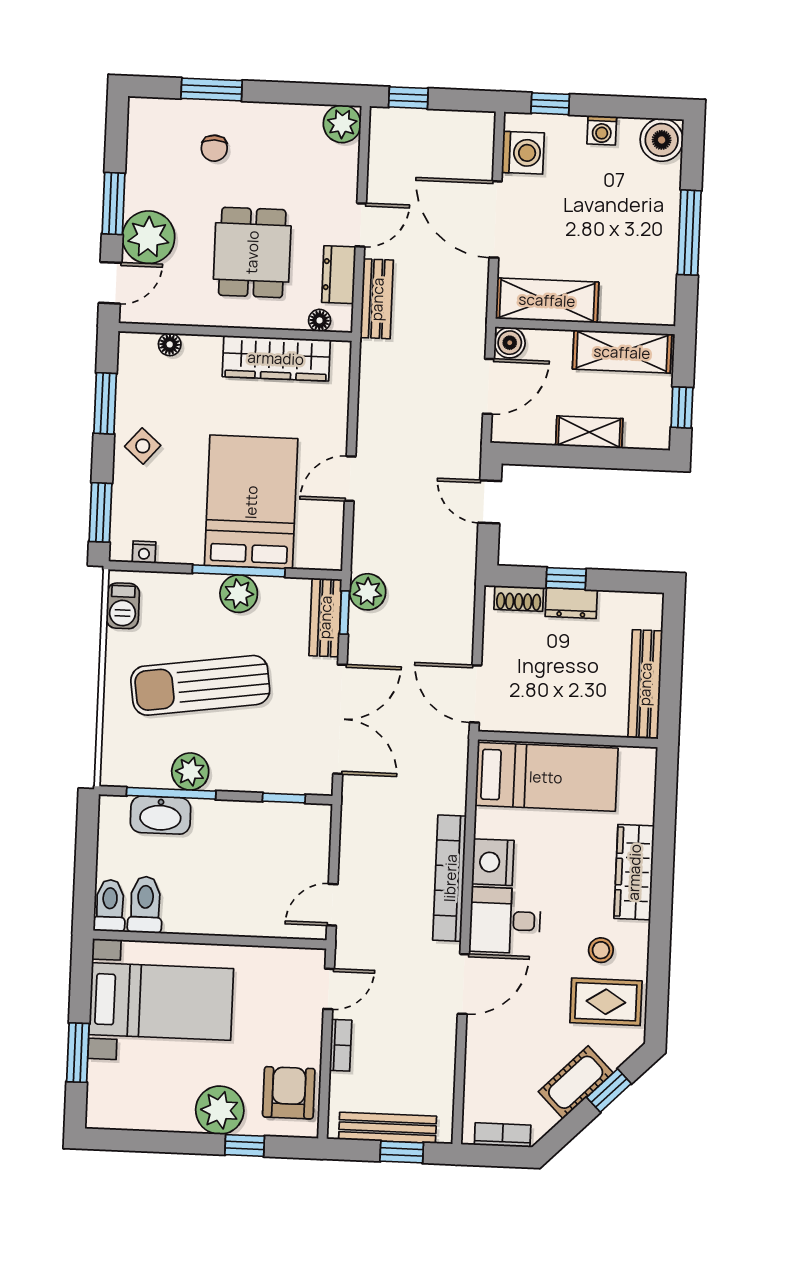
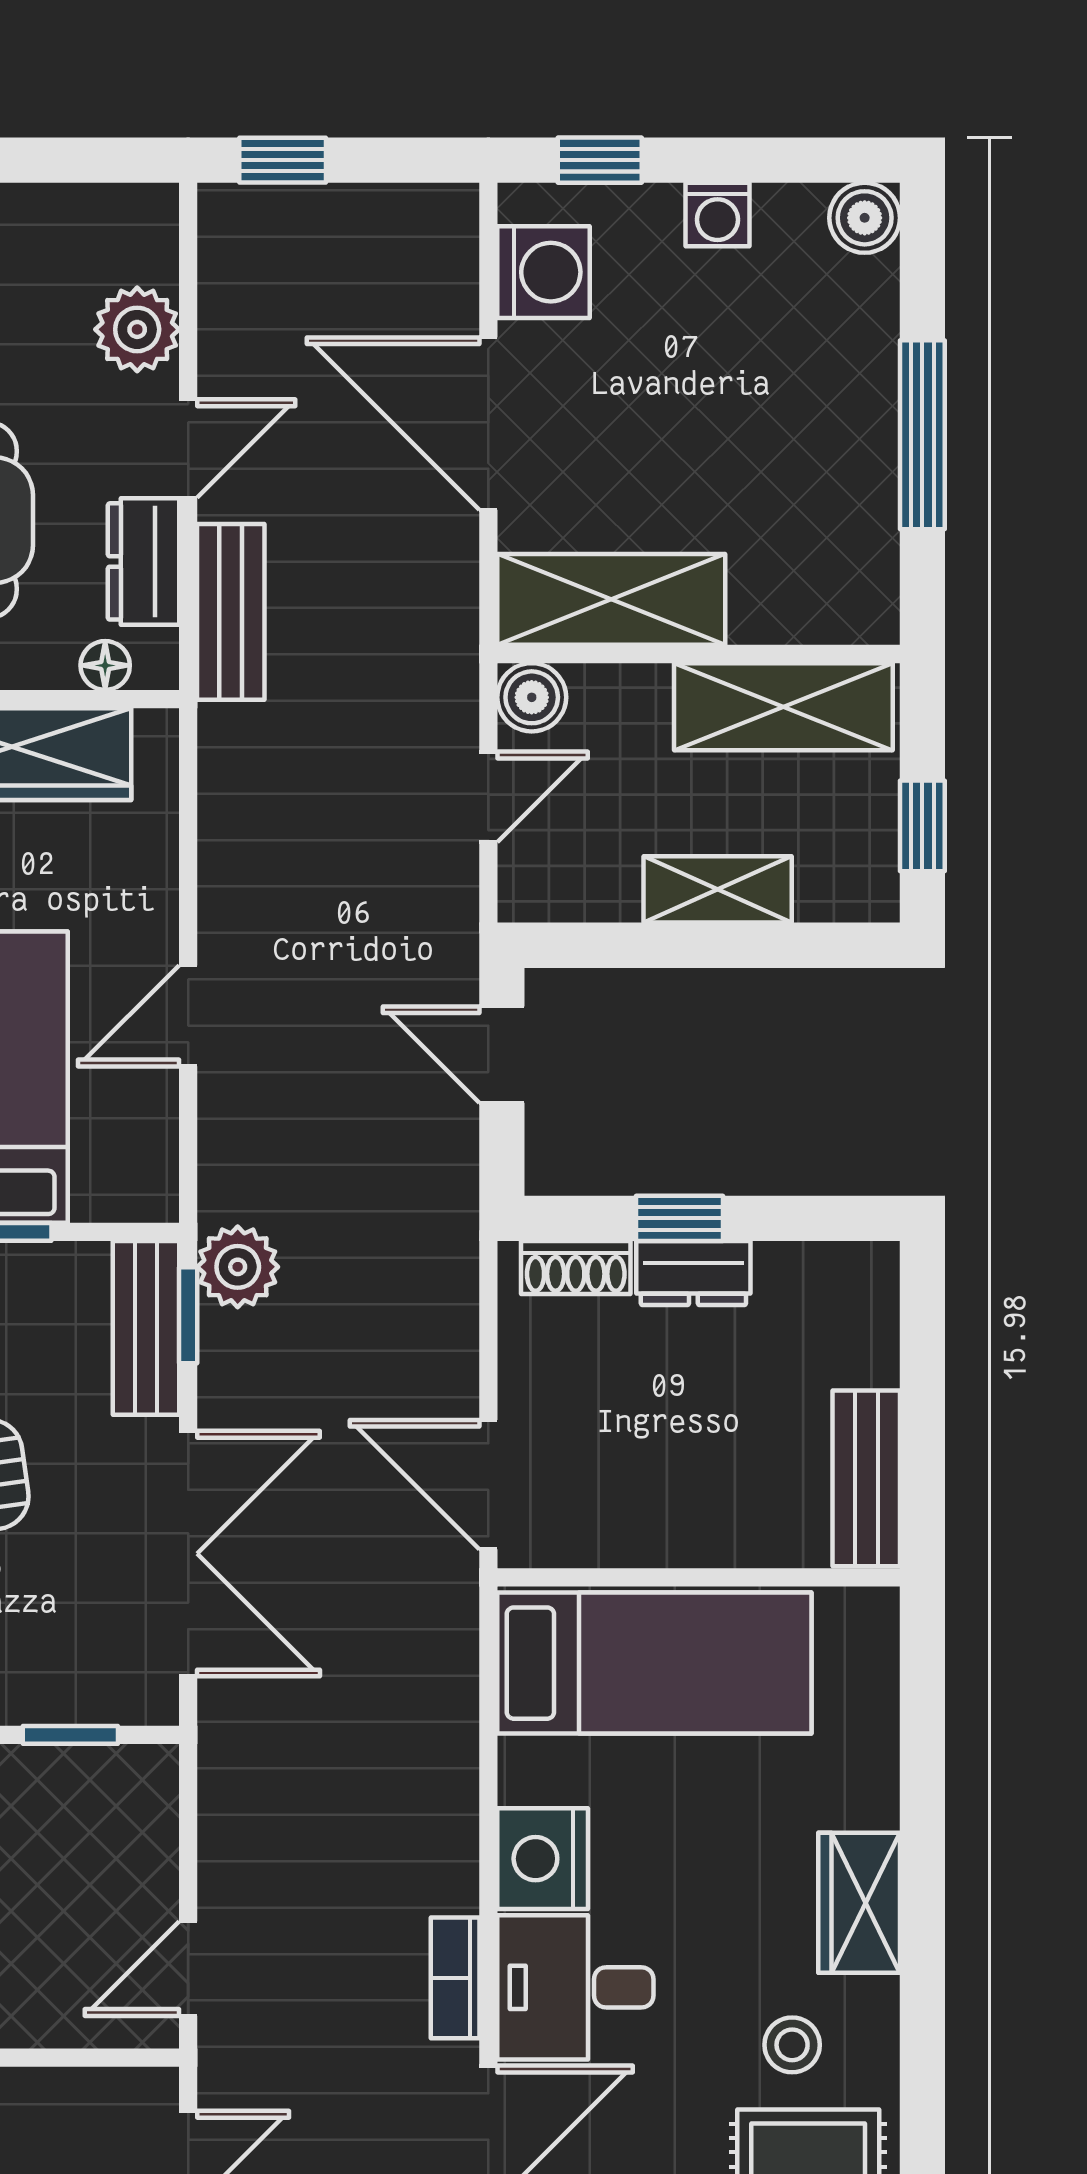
plant: (342, 124) -> (137, 329), moved
boiler: (662, 140) -> (865, 218), width x0.73, depth x0.73
door: (488, 386) -> (488, 797), width x0.73
bench: (645, 684) -> (866, 1478), width x0.73
wardrobe: (634, 872) -> (859, 1903), width x0.67
bookcase: (450, 878) -> (455, 1978), width x0.43, depth x0.76

